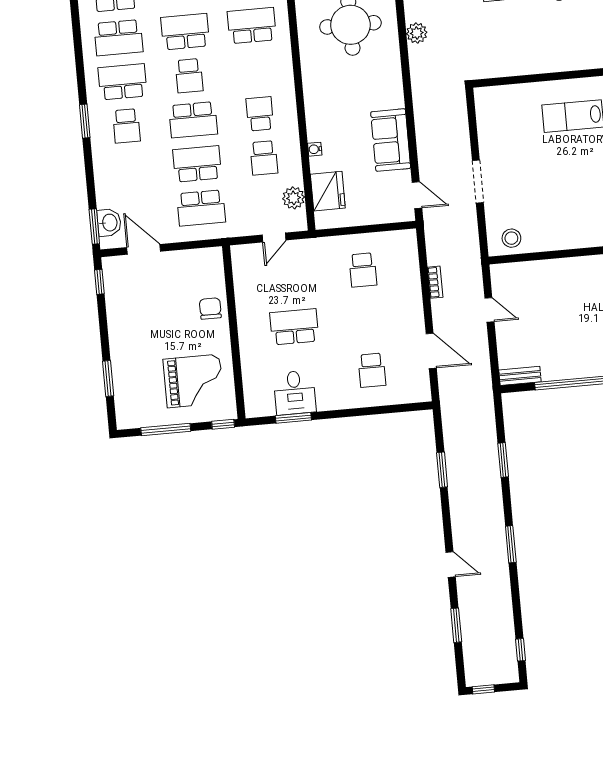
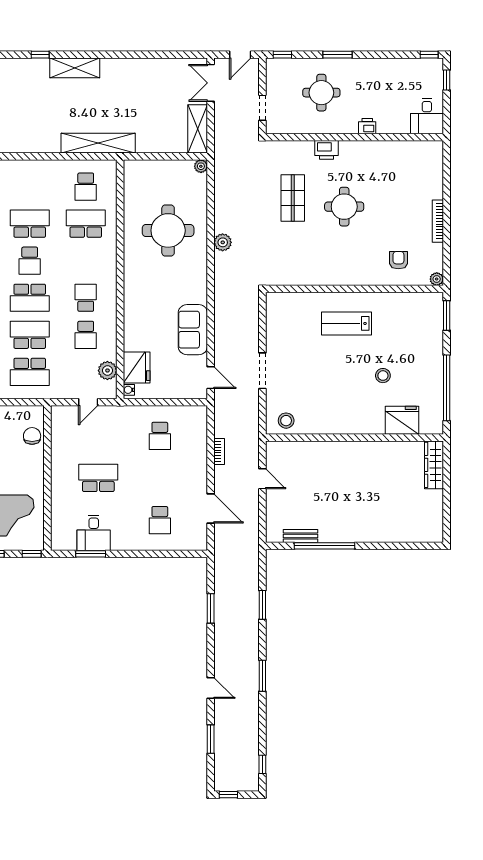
water cooler: (315, 149) -> (129, 390), moved
chair: (210, 309) -> (32, 436), moved
bench: (520, 376) -> (300, 536), moved

